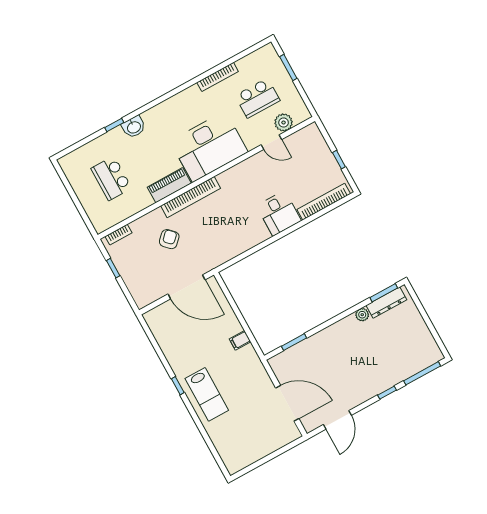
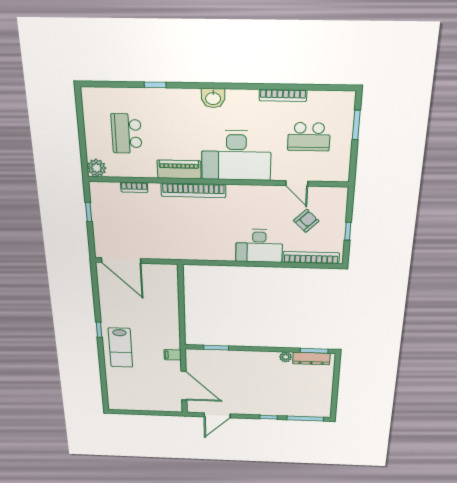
plant: (284, 122) -> (97, 168), moved
washbasin: (134, 127) -> (213, 98), moved
desk: (279, 213) -> (259, 246), width x1.37
bookcase: (119, 235) -> (134, 187), moved
armchair: (169, 239) -> (306, 221), moved
door: (186, 287) -> (121, 260), moved
filing cabinet: (240, 340) -> (173, 355), moved

